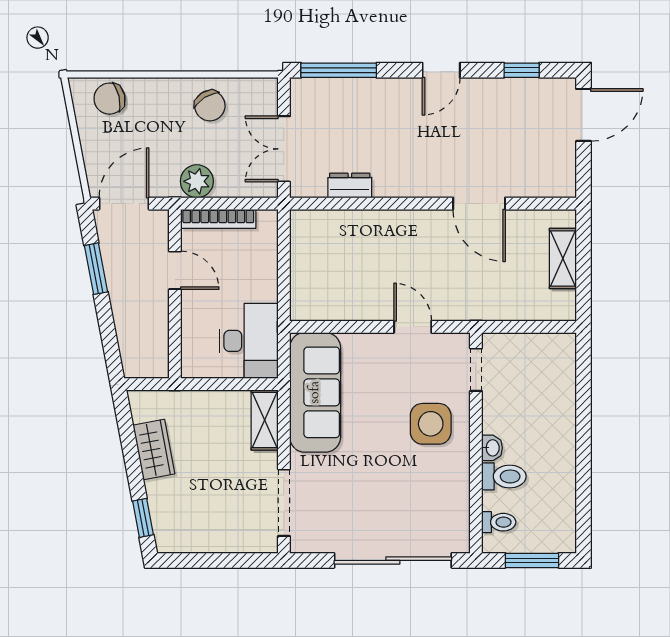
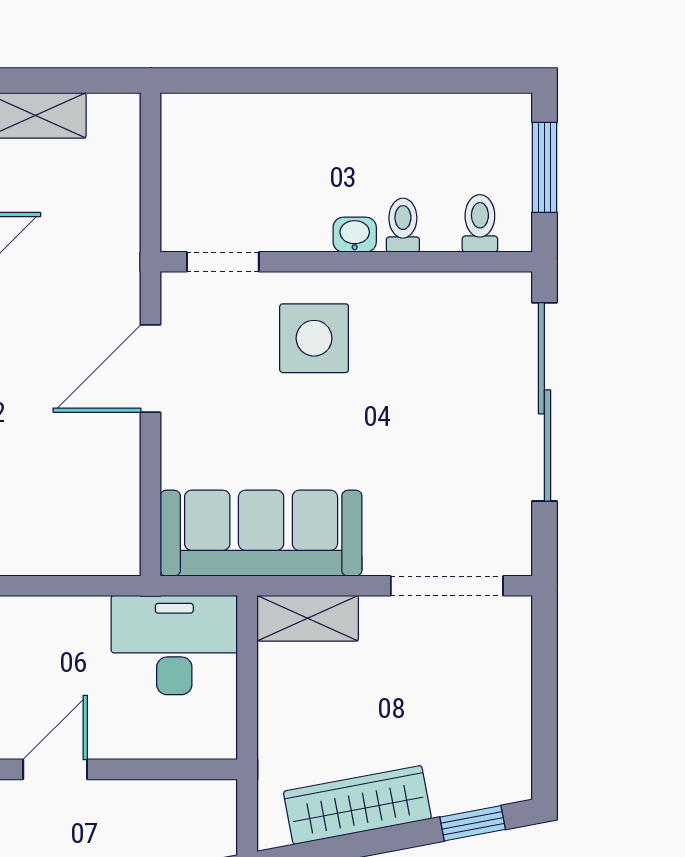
door: (413, 327) -> (150, 369), width x1.38
wardrobe: (154, 449) -> (357, 805), width x1.50
toilet: (504, 476) -> (403, 225), width x0.73, depth x0.72

